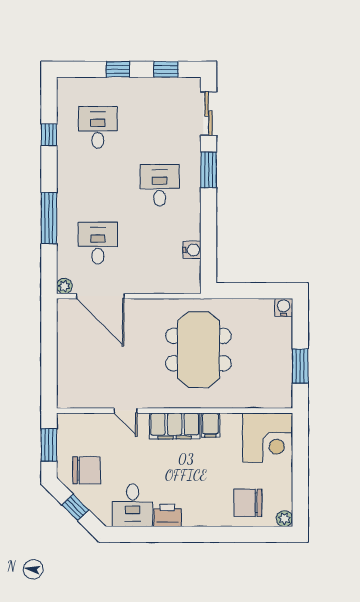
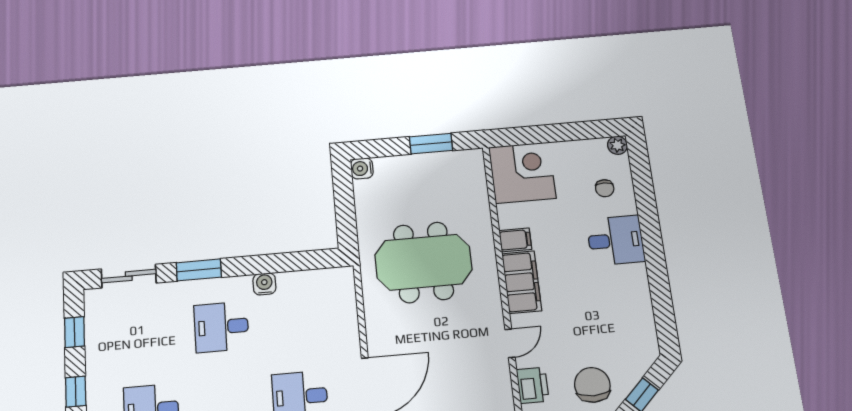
water cooler: (192, 250) -> (264, 284), moved
chair: (248, 503) -> (605, 188), width x0.54, depth x0.54
desk: (133, 505) -> (616, 240), moved
printer: (168, 515) -> (533, 385), moved, turned 180

